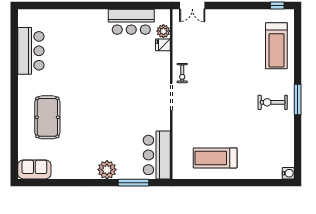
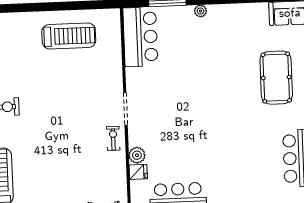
plant: (163, 31) -> (137, 155), moved
plant: (107, 170) -> (200, 11), width x0.53, depth x0.53

